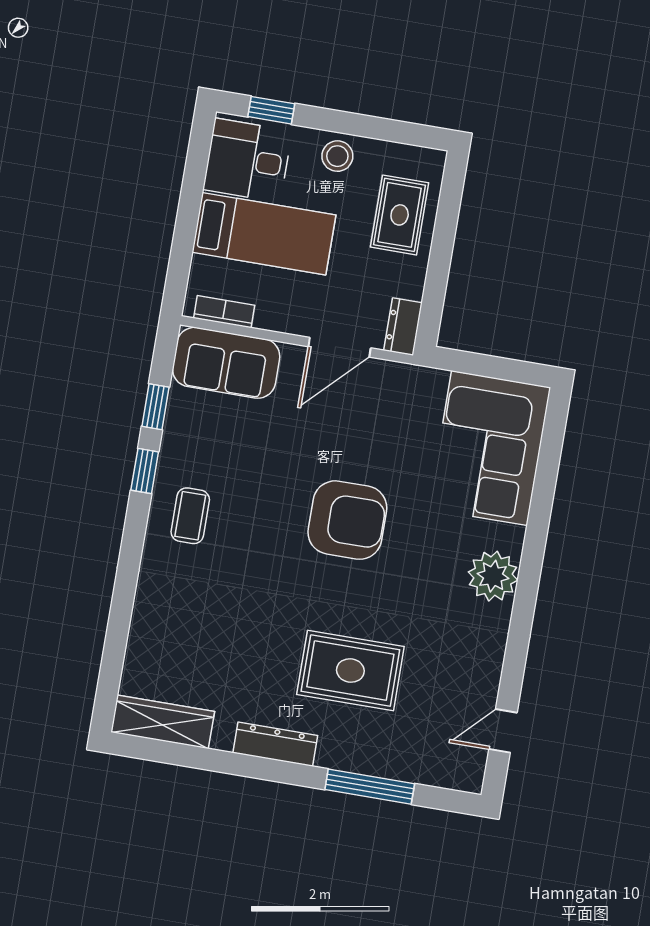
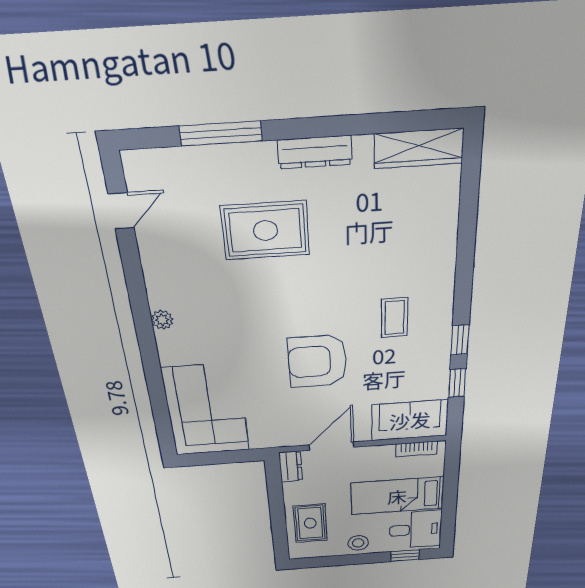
coffee table: (190, 516) -> (395, 318), moved
armchair: (347, 520) -> (318, 361), moved
plant: (493, 576) -> (162, 320), width x0.53, depth x0.53

